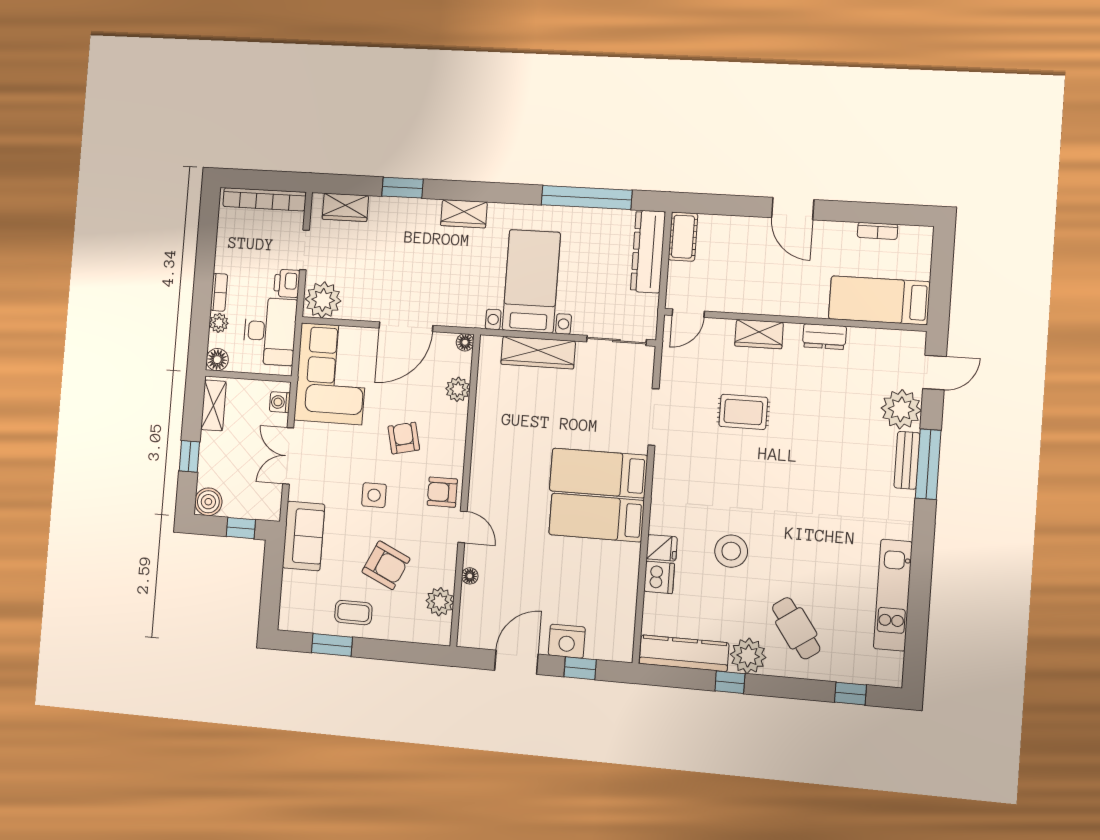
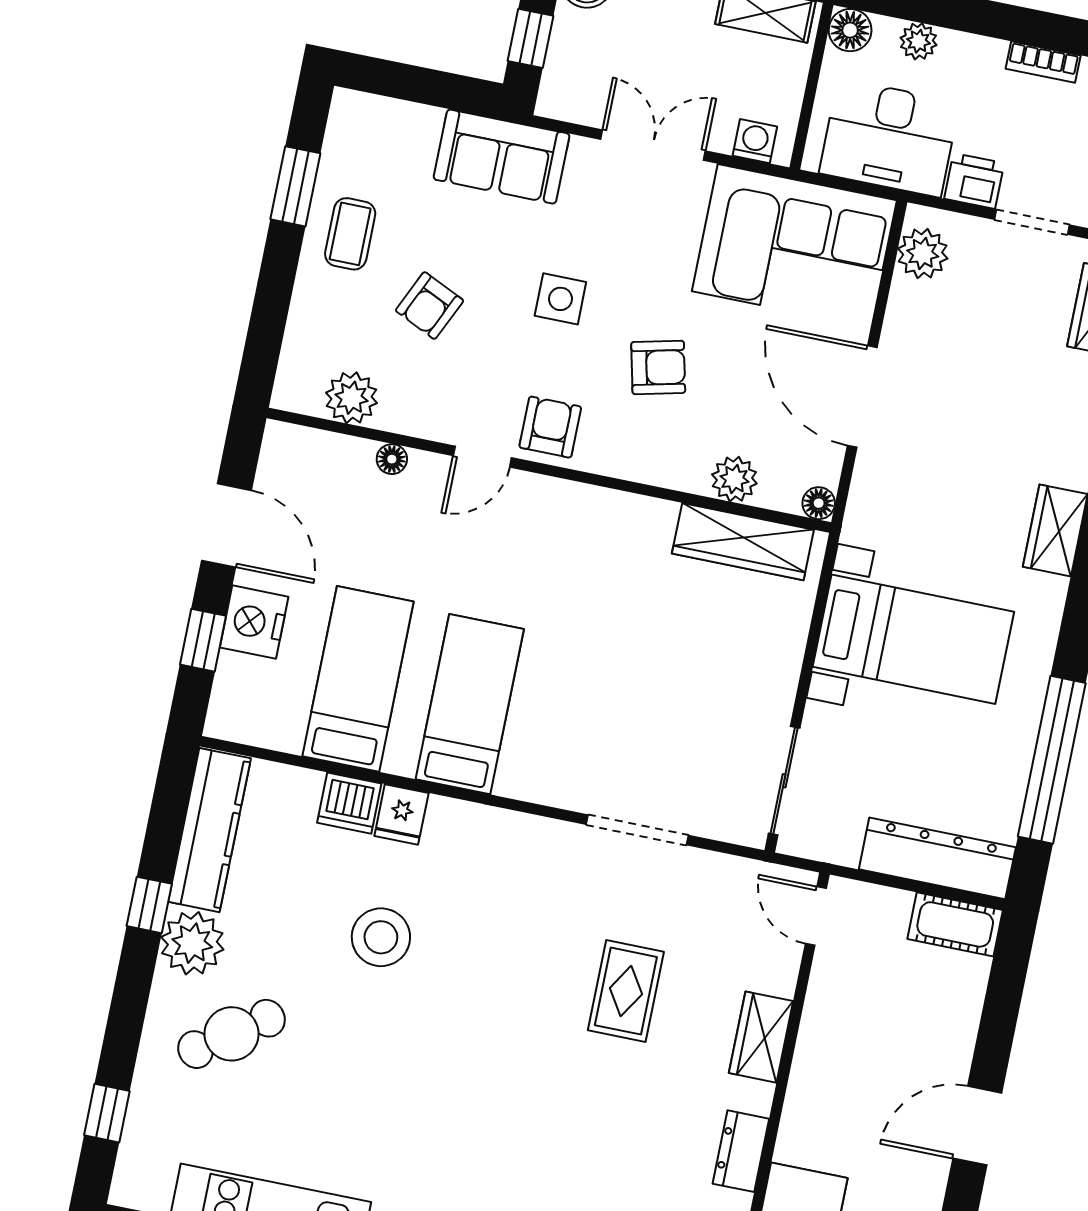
bookcase: (219, 292) -> (1043, 62), moved
plant: (323, 300) -> (923, 253), width x0.73, depth x0.73
wardrobe: (538, 353) -> (743, 542), moved, turned -90
bed: (598, 473) -> (358, 679), moved
armchair: (386, 565) -> (429, 306), width x0.72, depth x0.72

